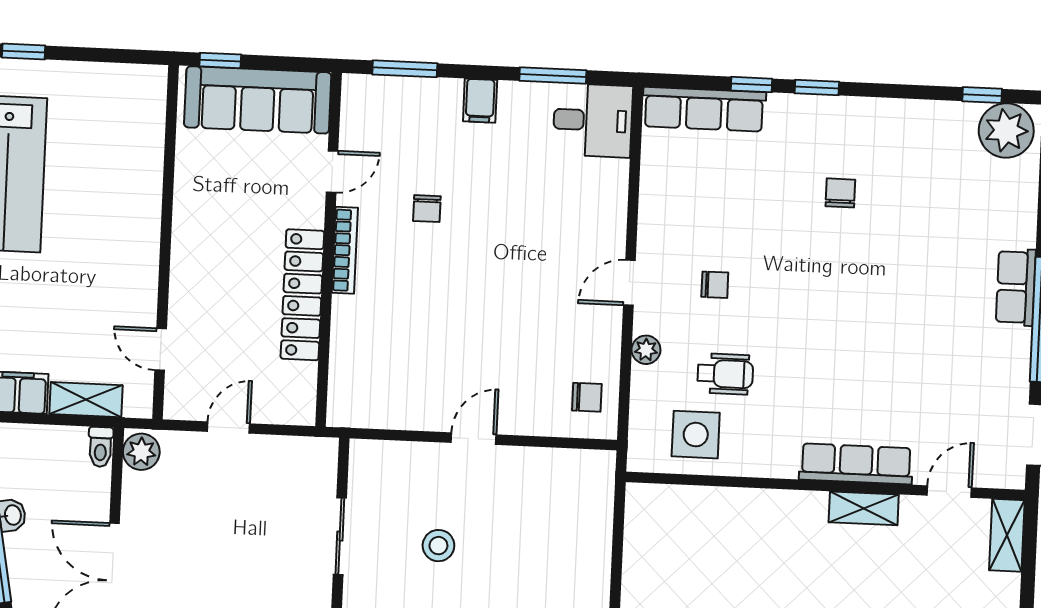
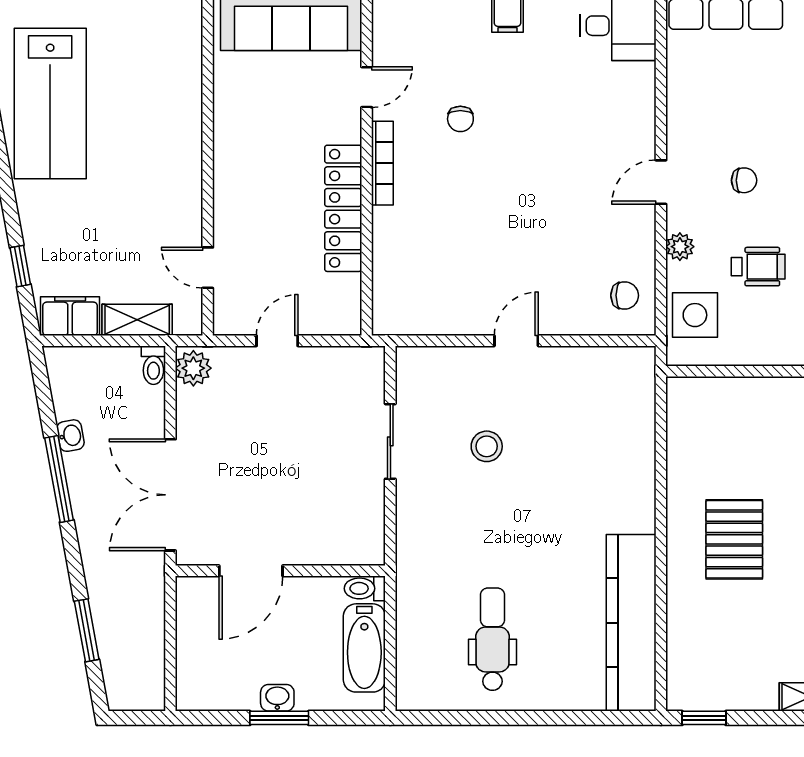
side table: (696, 435) -> (695, 315), moved

